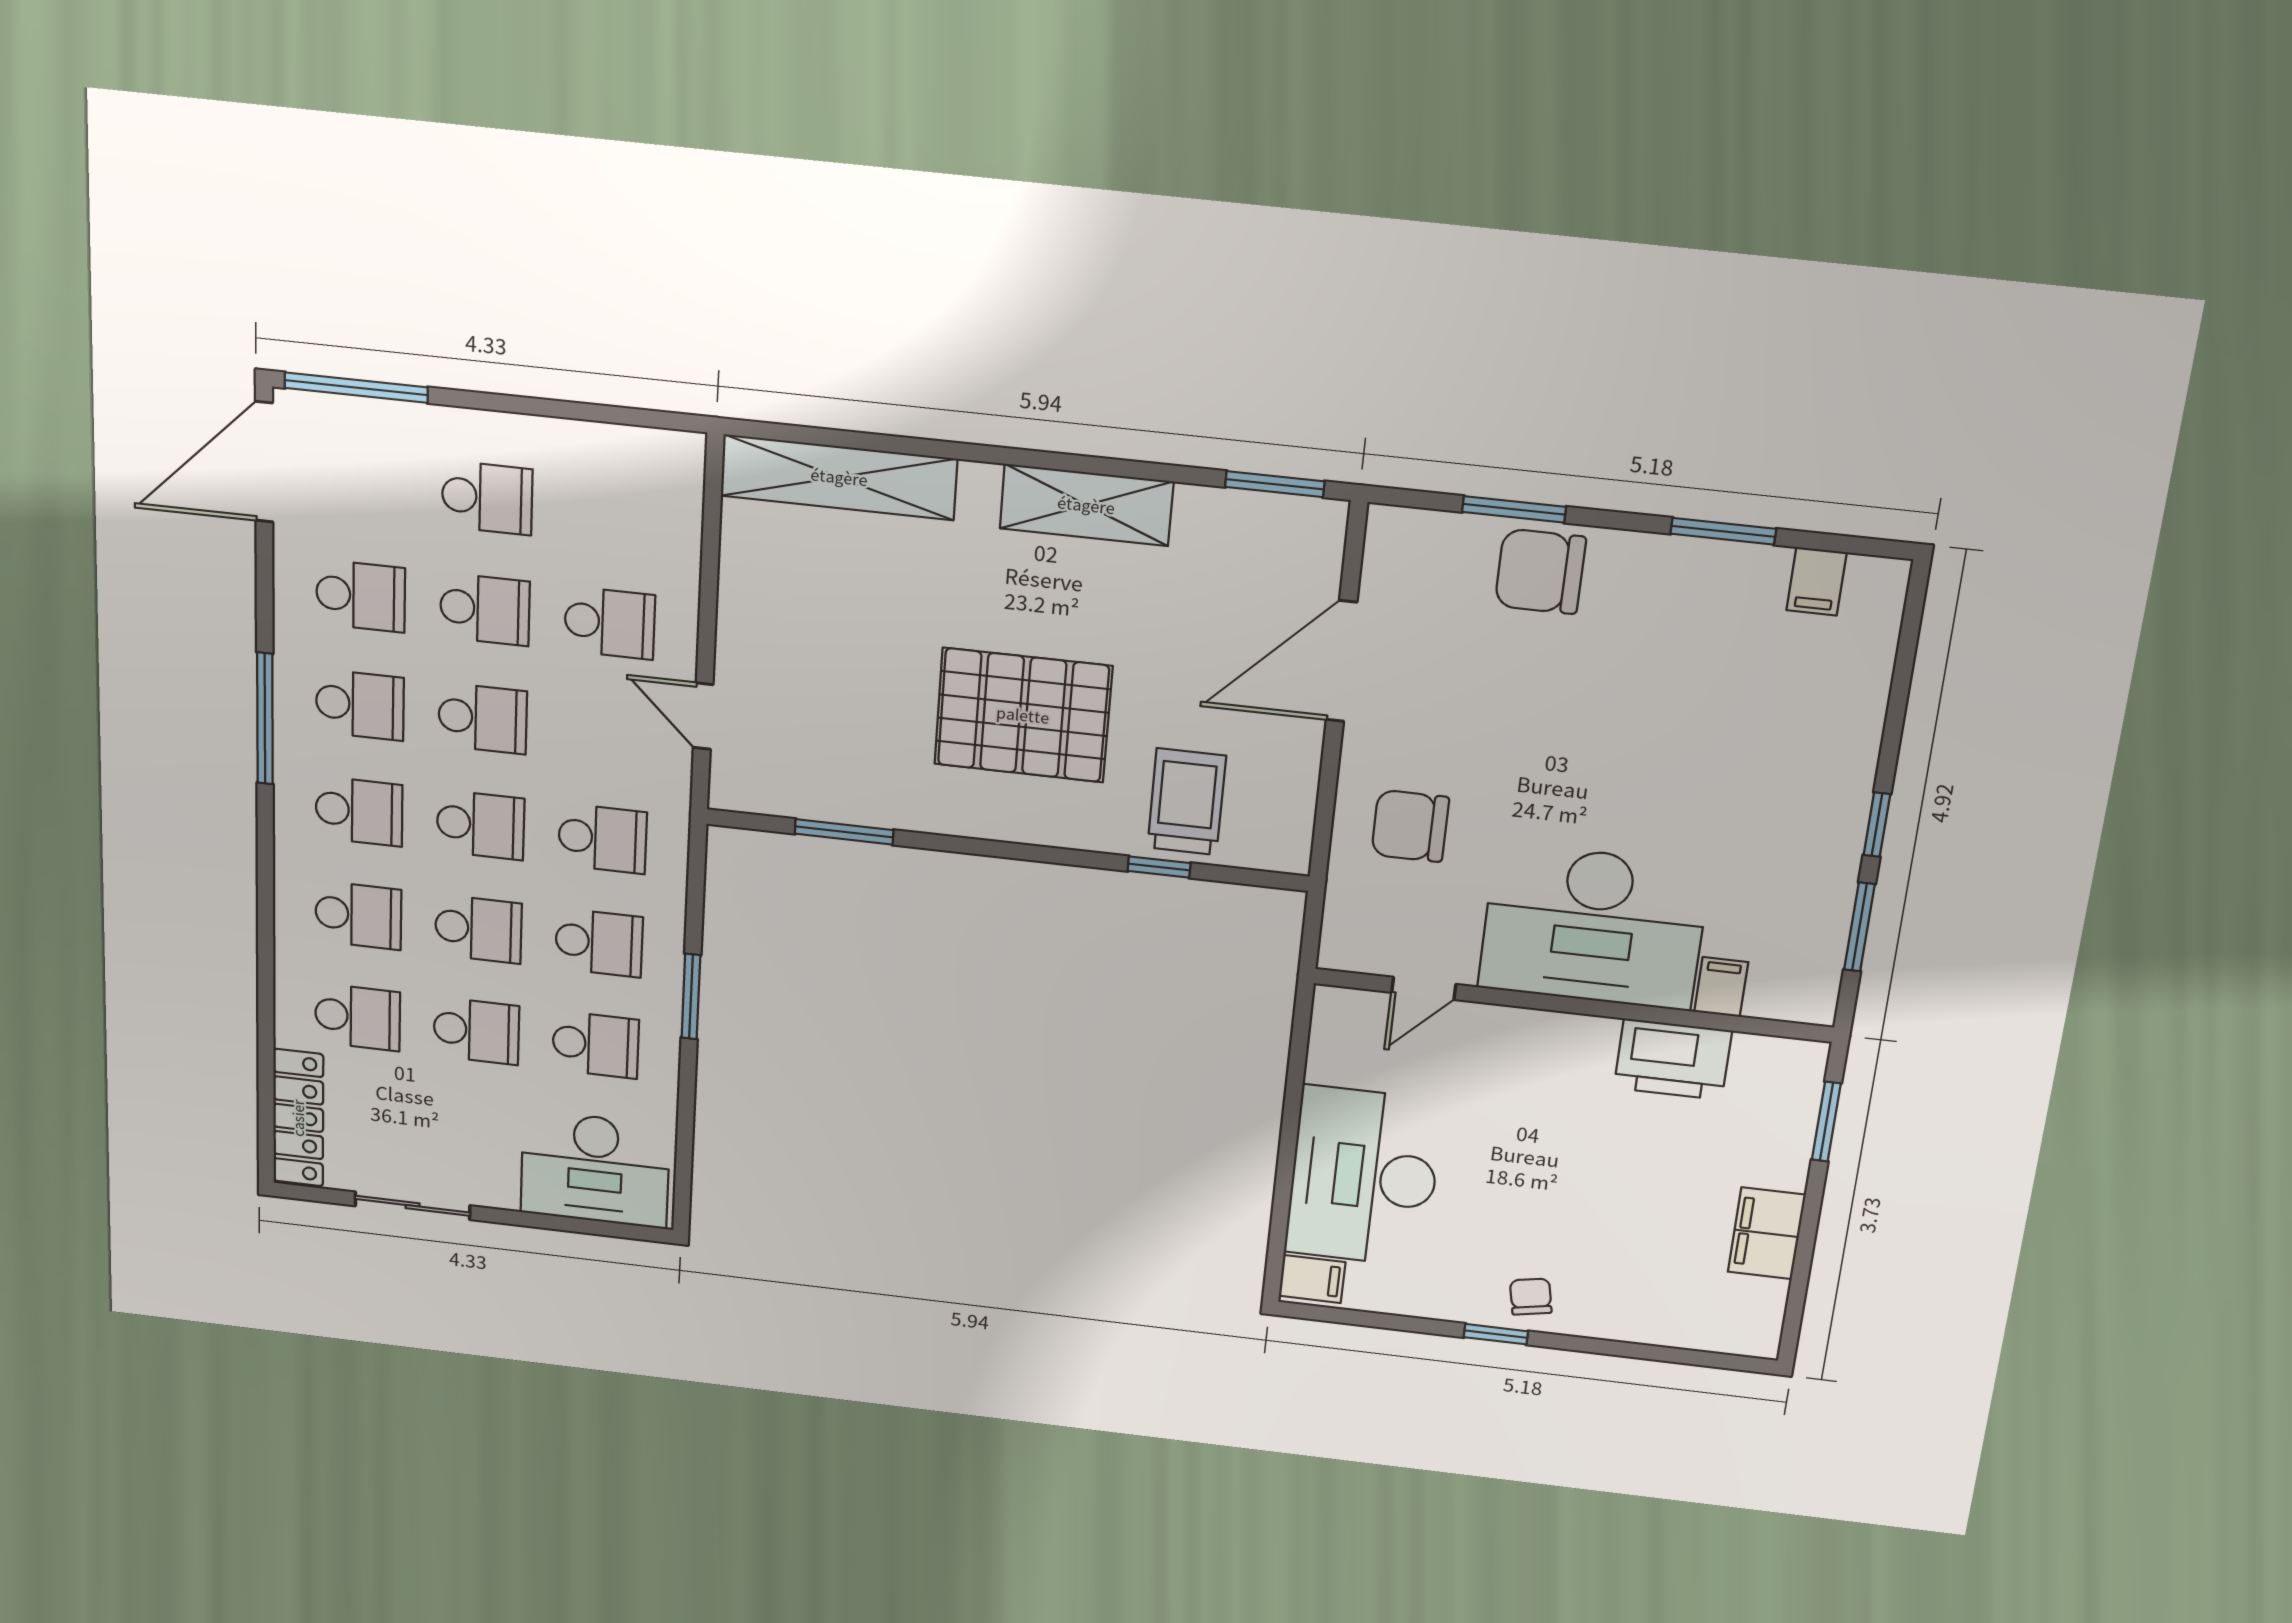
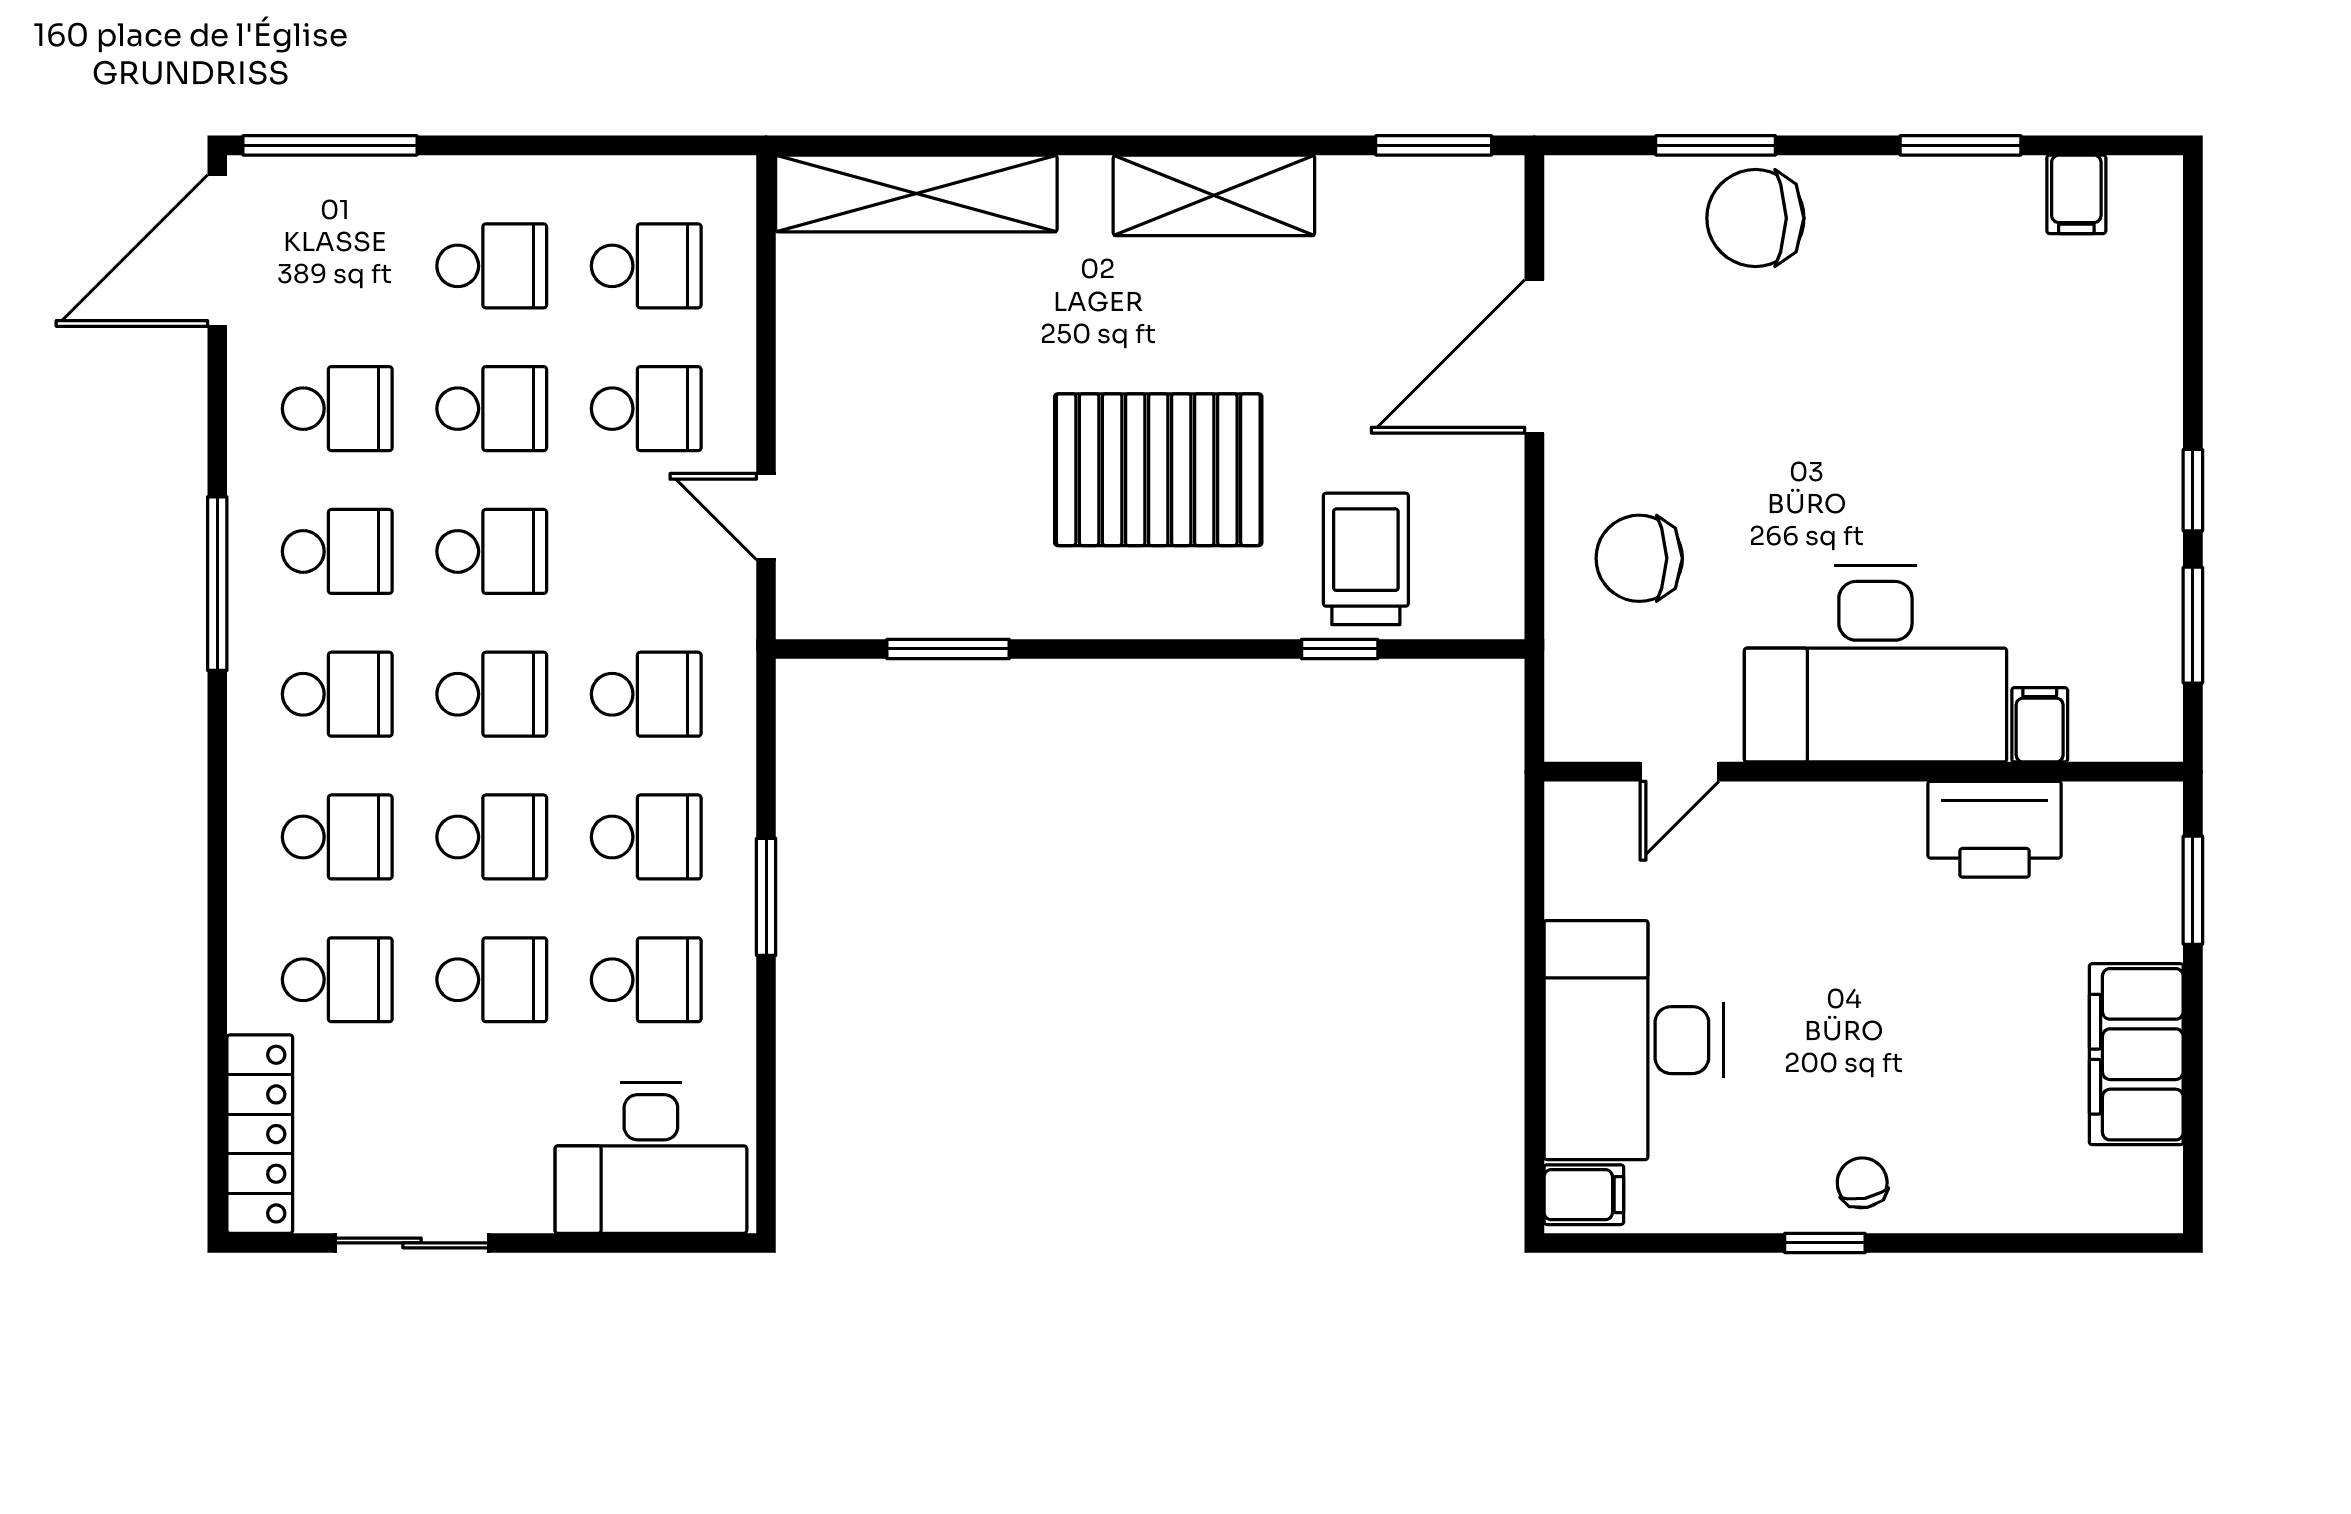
school desk: (613, 511) -> (646, 266), added
filing cabinet: (1767, 1233) -> (2136, 1054), width x1.50, depth x1.17

